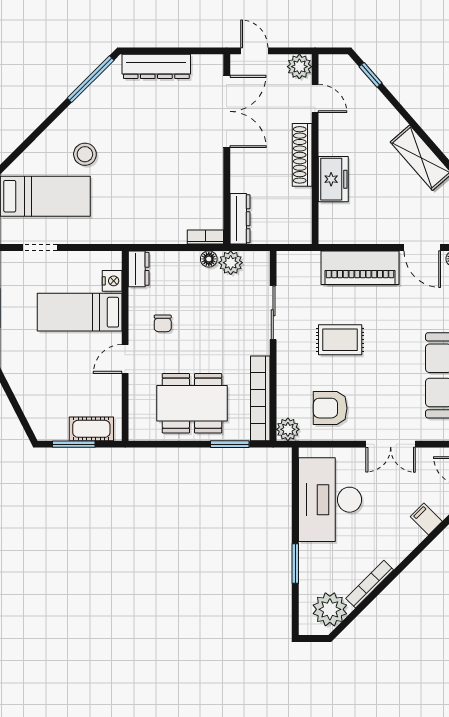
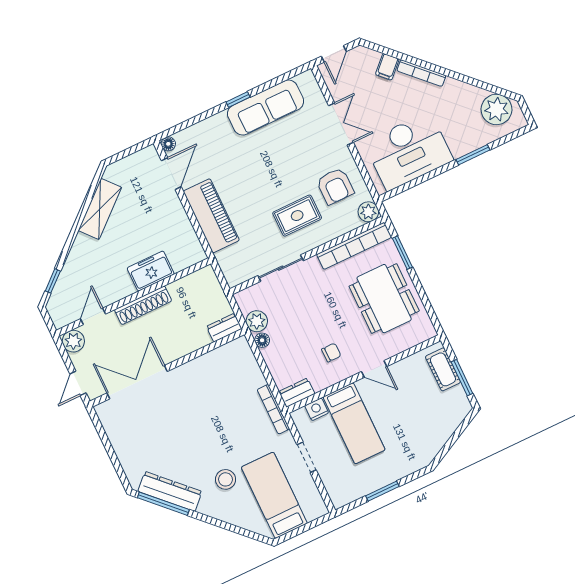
dresser: (156, 66) -> (170, 491), moved, turned -45
dresser: (240, 219) -> (224, 328), width x0.70
bookcase: (205, 237) -> (273, 409), moved, width x1.56
doorway: (40, 247) -> (307, 457), moved
rug: (340, 340) -> (297, 216), moved, turned 90
bookcase: (370, 584) -> (421, 73), moved

